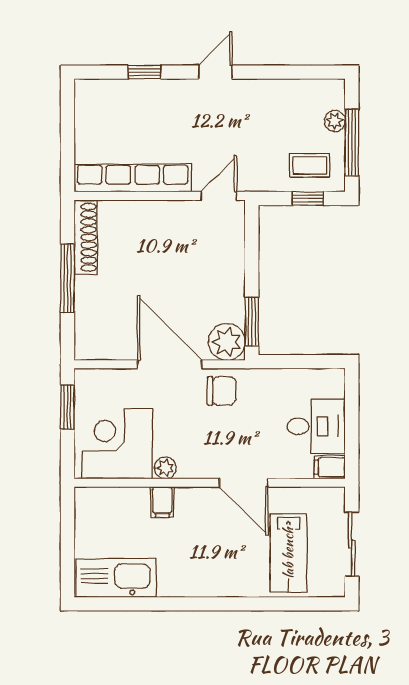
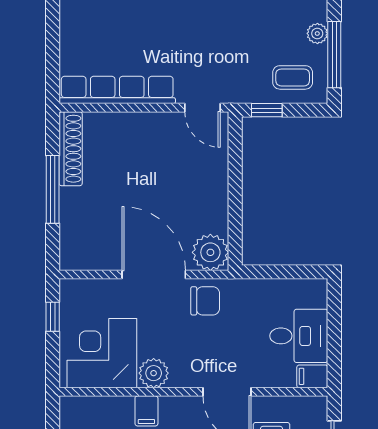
door: (219, 196) -> (202, 108), swing flipped
window: (308, 198) -> (267, 110), moved
window: (252, 322) -> (235, 232), removed
window: (67, 407) -> (53, 317), width x0.67
plant: (165, 468) -> (154, 373), width x1.38, depth x1.38

